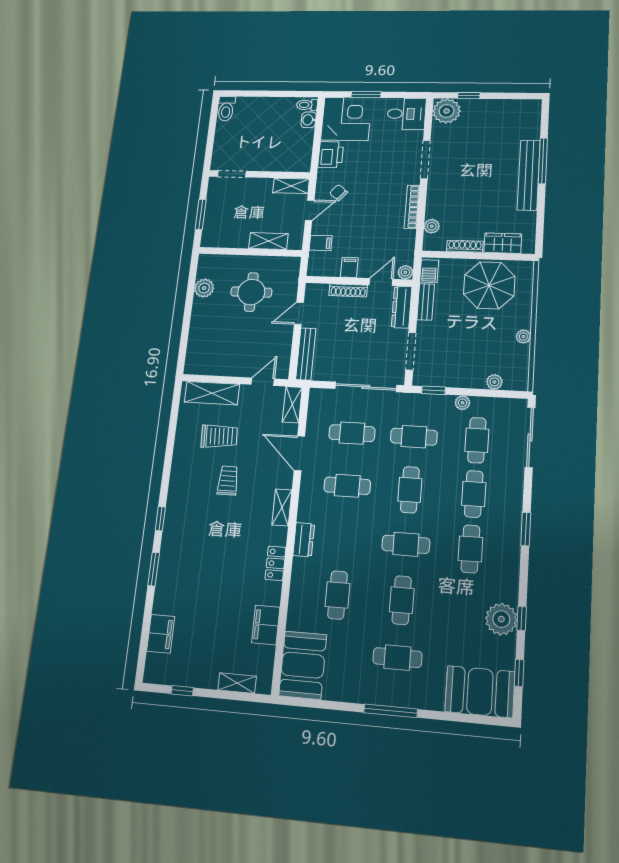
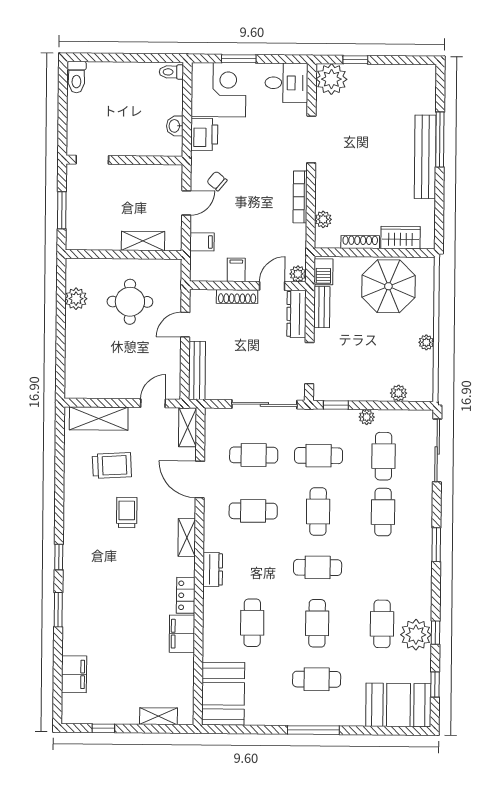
washbasin: (309, 120) -> (175, 126), moved
shelving: (291, 186) -> (162, 174), removed
cafe table: (470, 549) -> (382, 624), moved
filing cabinet: (266, 625) -> (182, 634), moved

